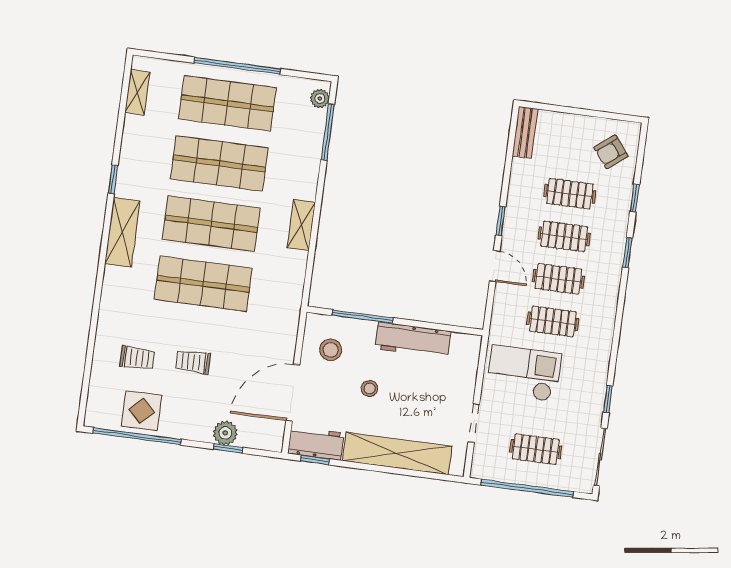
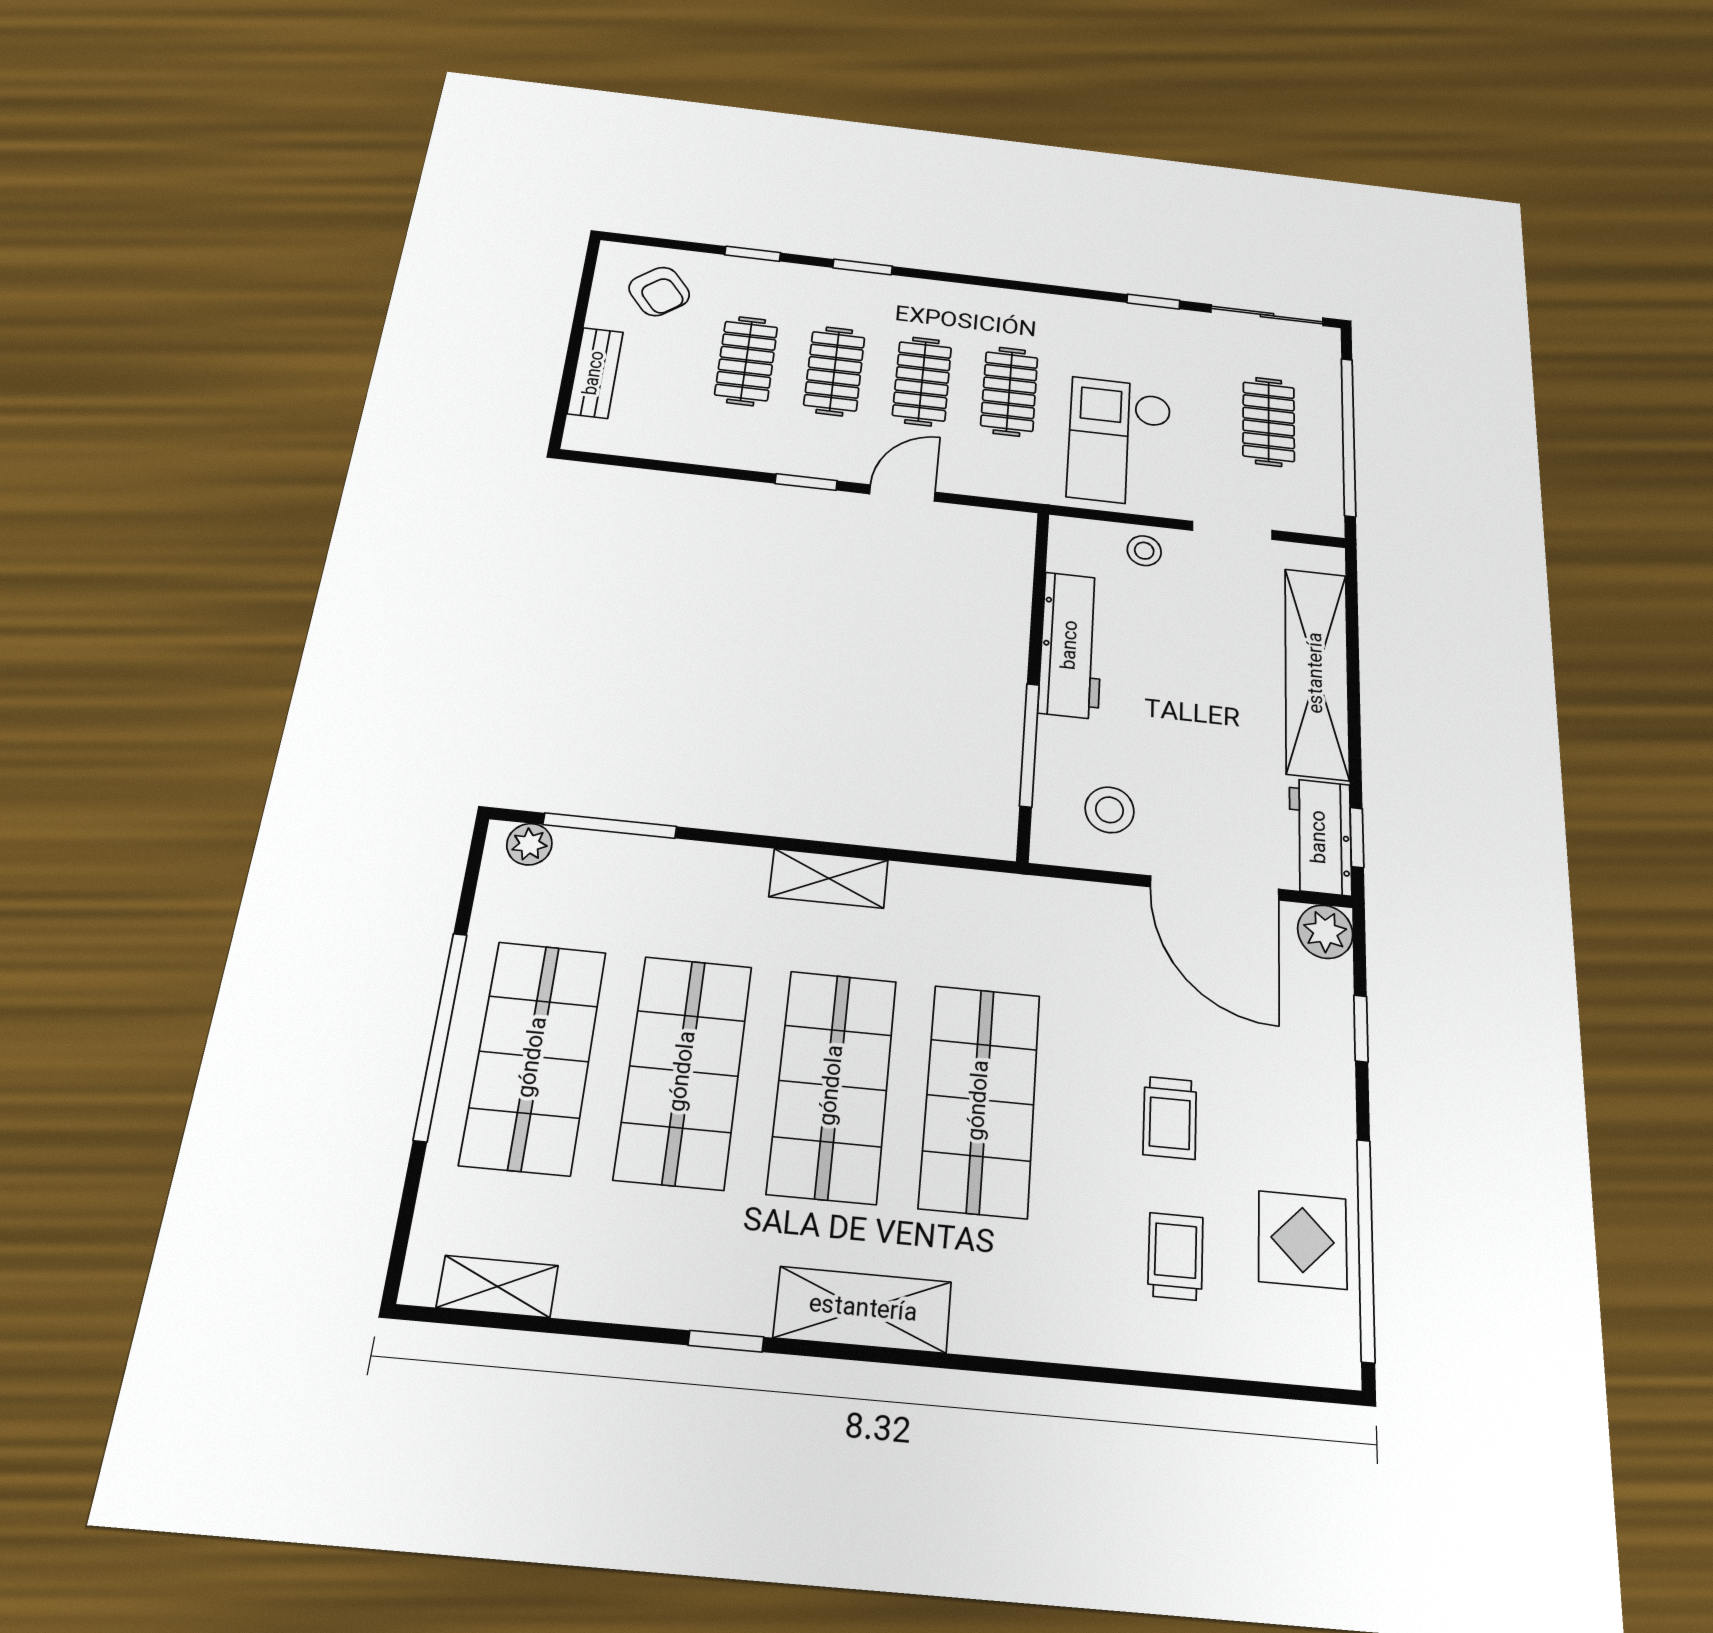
bench: (525, 132) -> (595, 373), moved, turned 90
stool: (370, 388) -> (1144, 551), moved
plant: (225, 433) -> (1325, 932), moved

